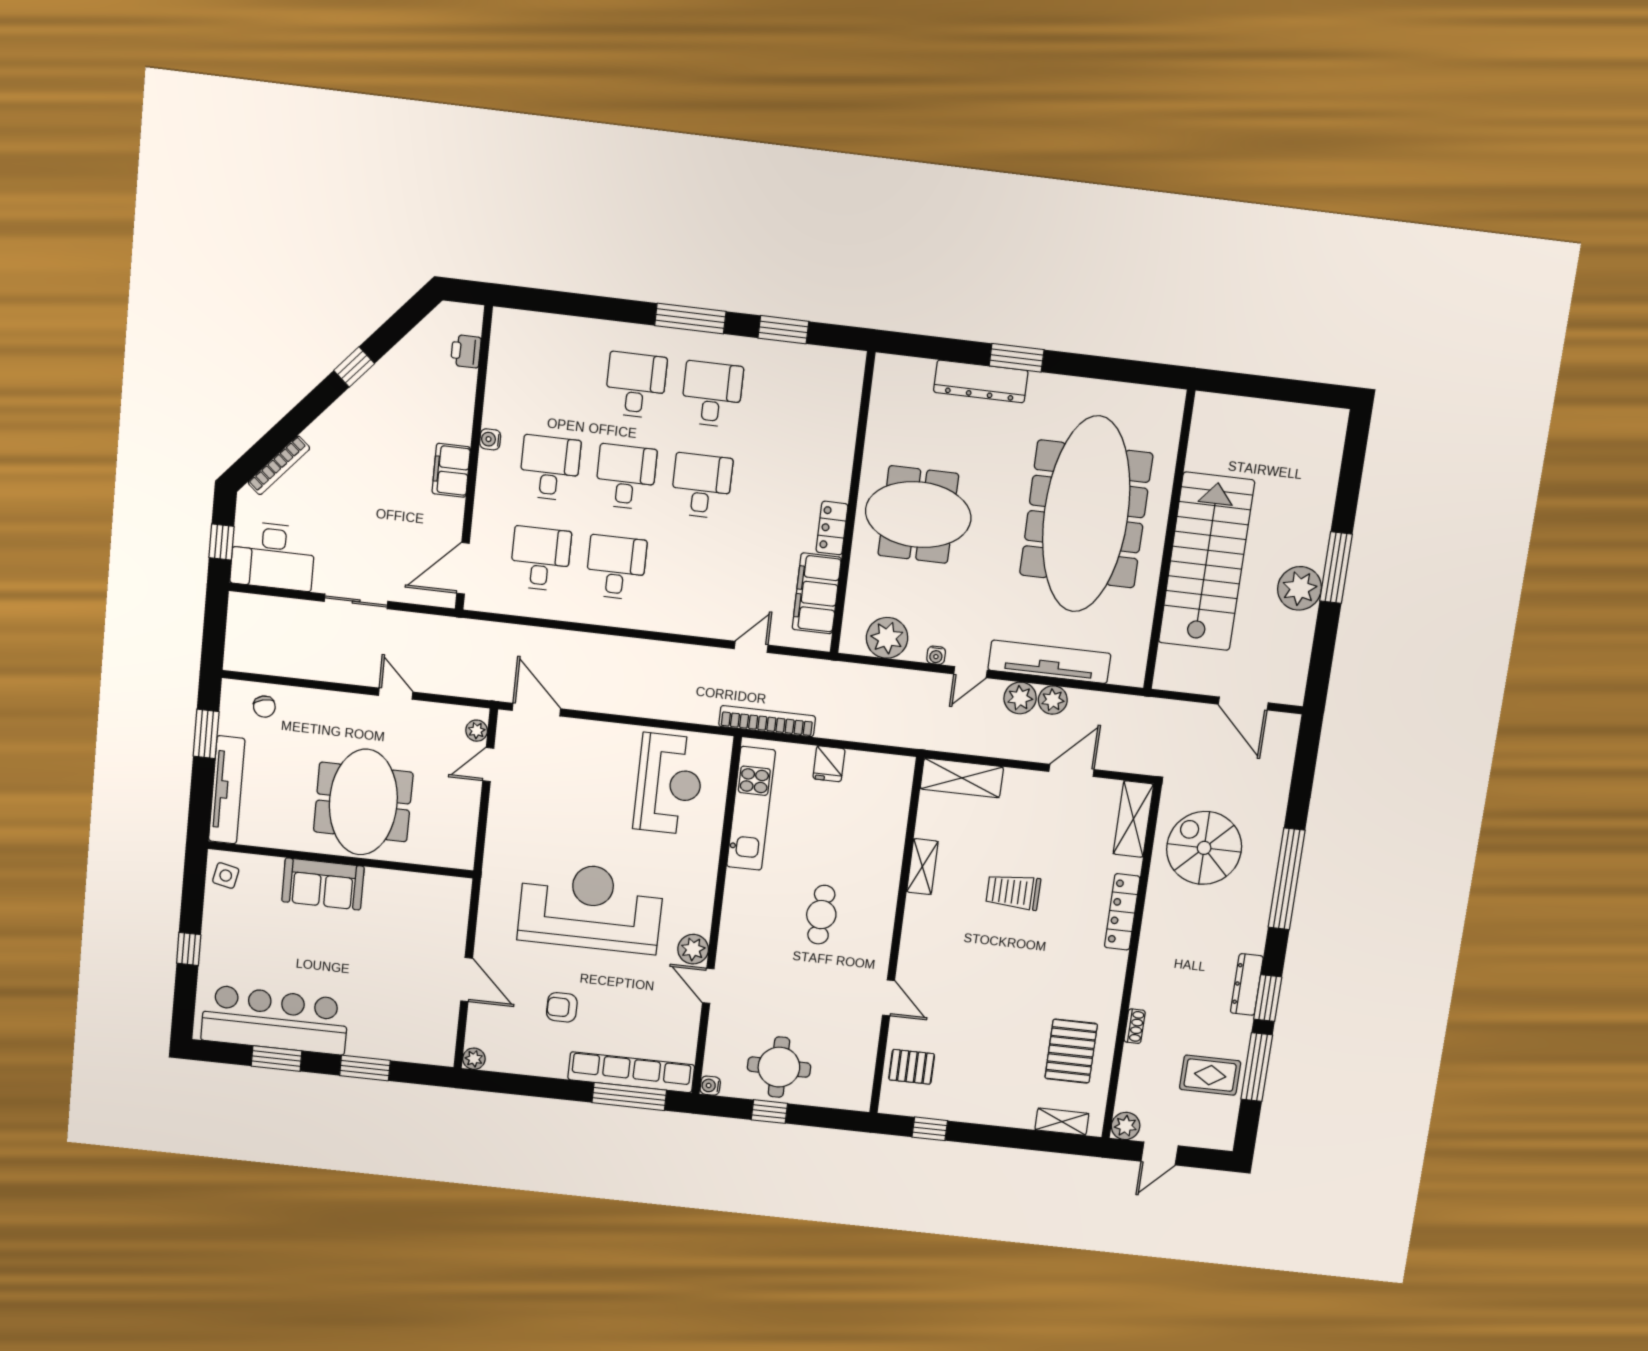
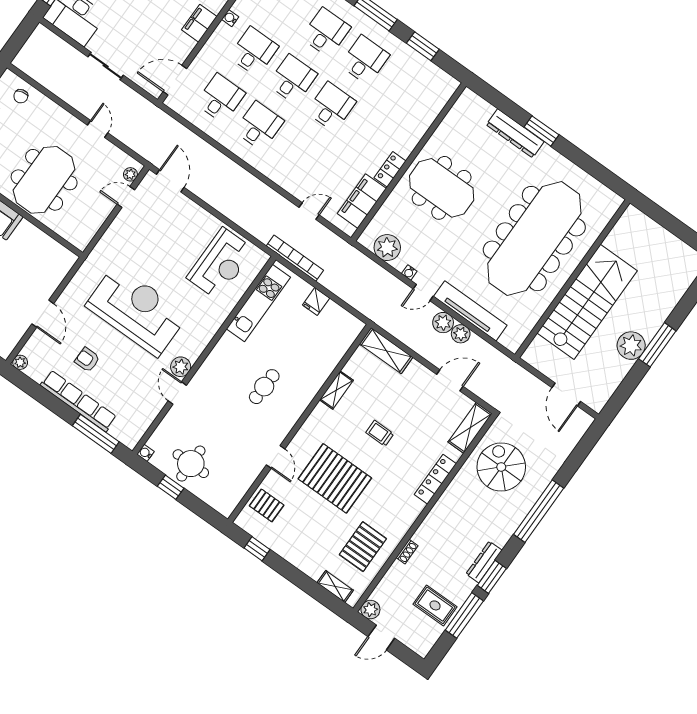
trolley: (1013, 892) -> (380, 433), width x0.73, depth x0.72
pallet: (984, 983) -> (335, 478), added
row of seats: (631, 1072) -> (78, 401), moved

